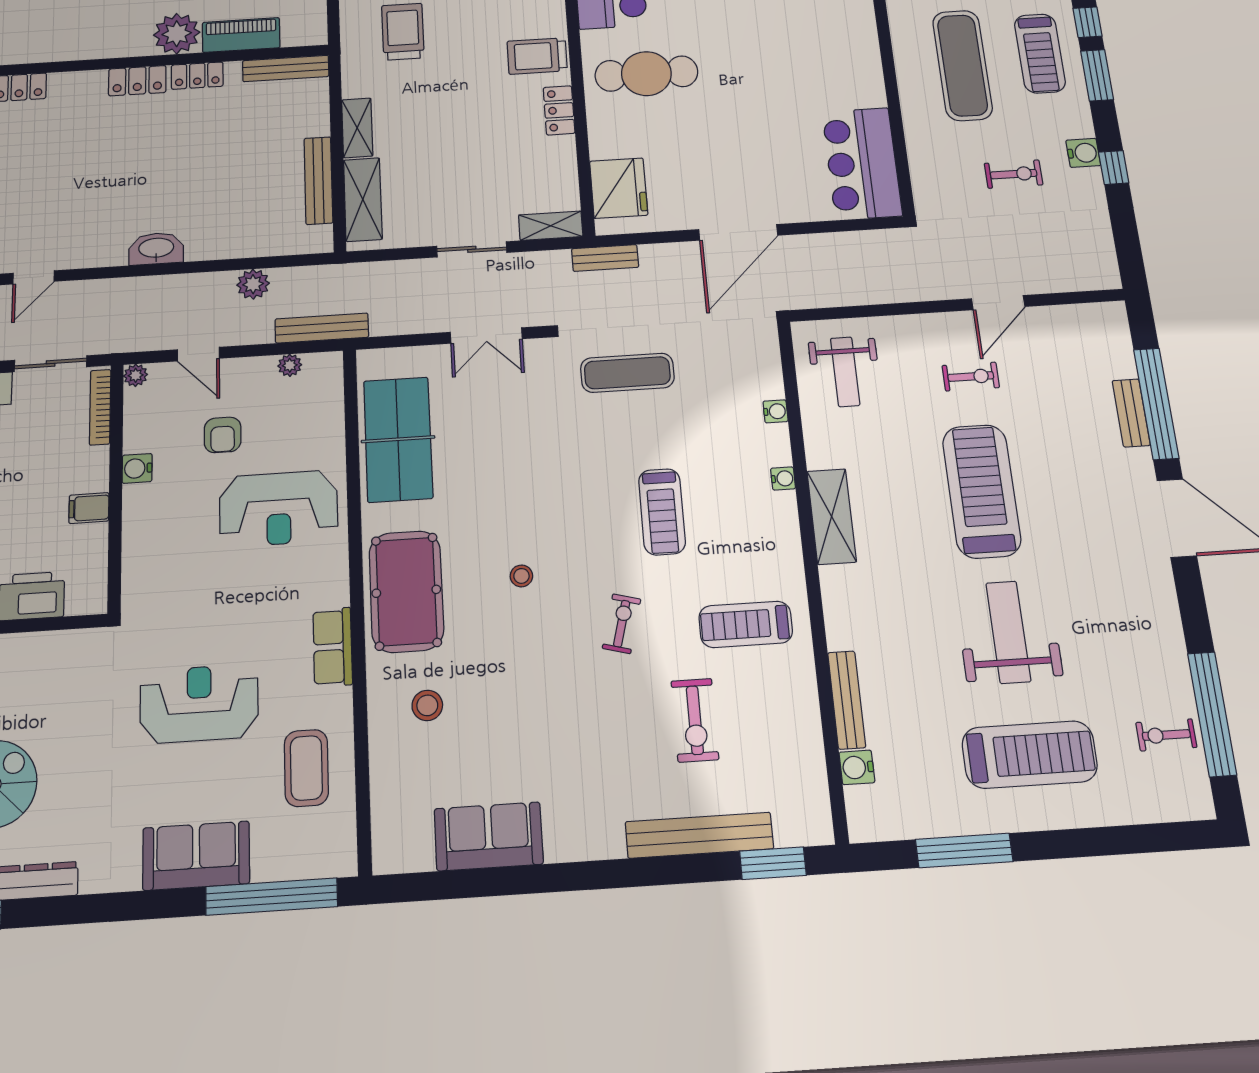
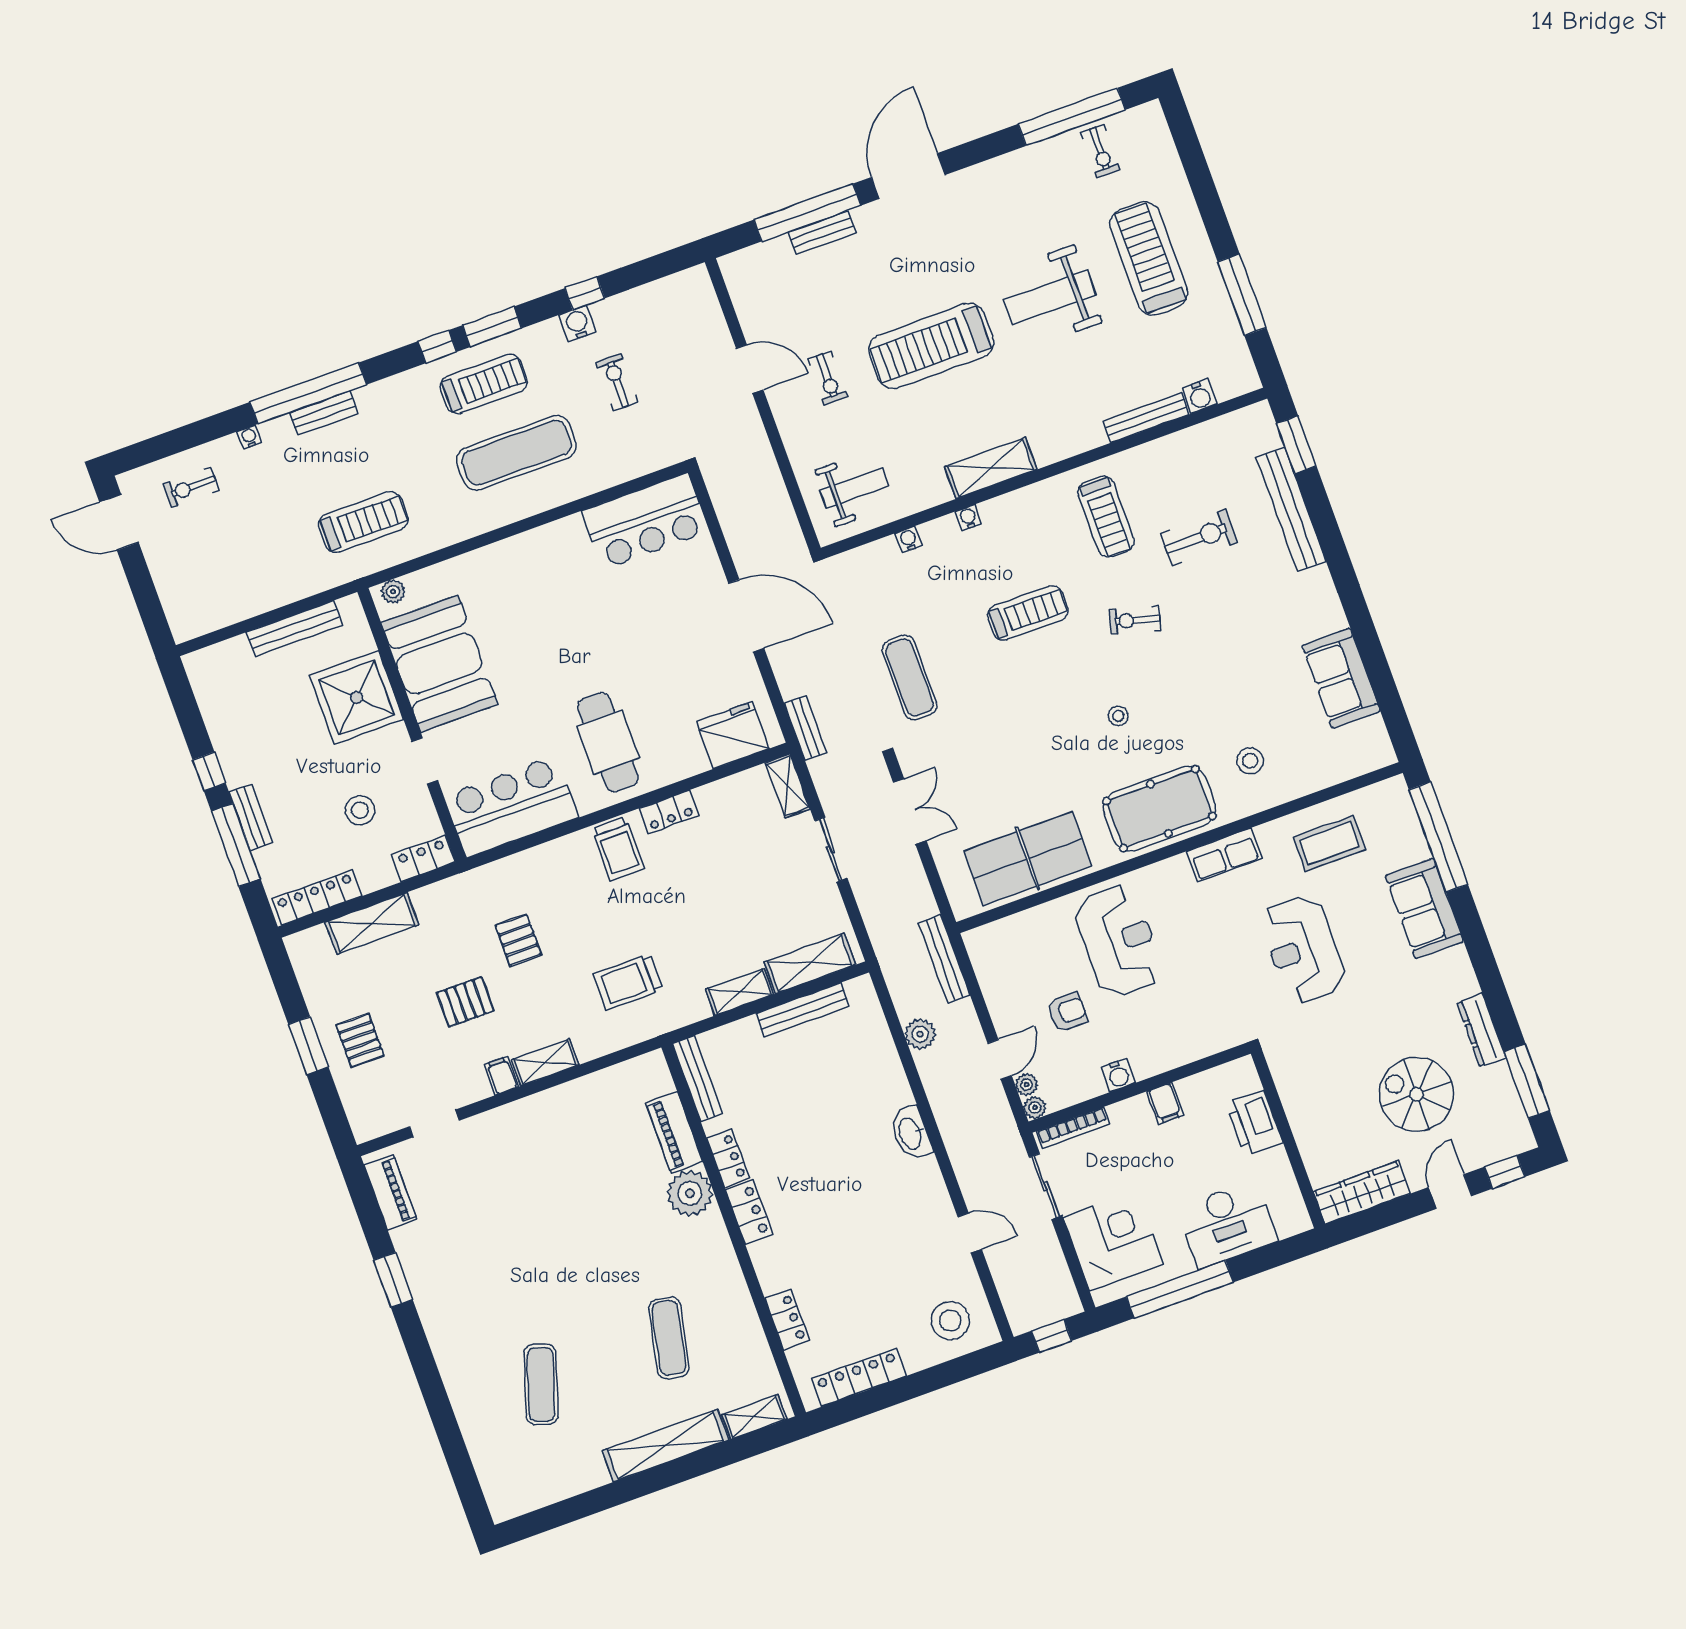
plant: (290, 365) -> (1027, 1085), moved
exercise bike: (971, 377) -> (828, 378), turned 180

